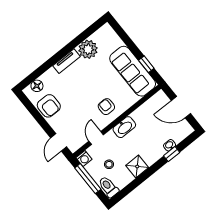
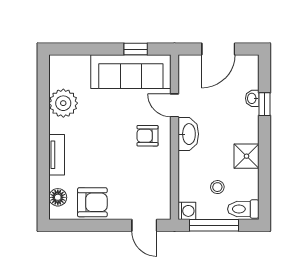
tv unit: (67, 61) -> (57, 155), moved
door: (96, 138) -> (174, 105), moved

